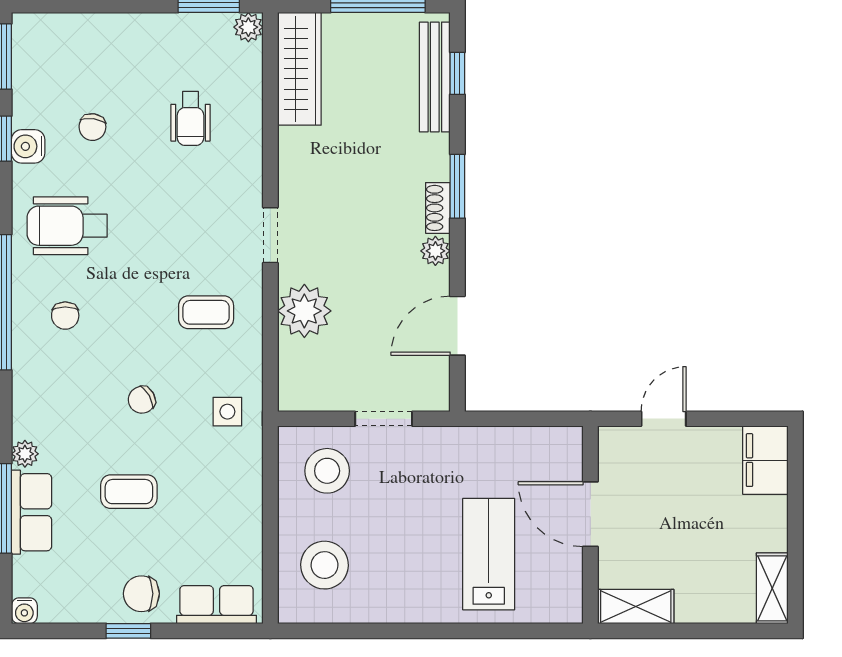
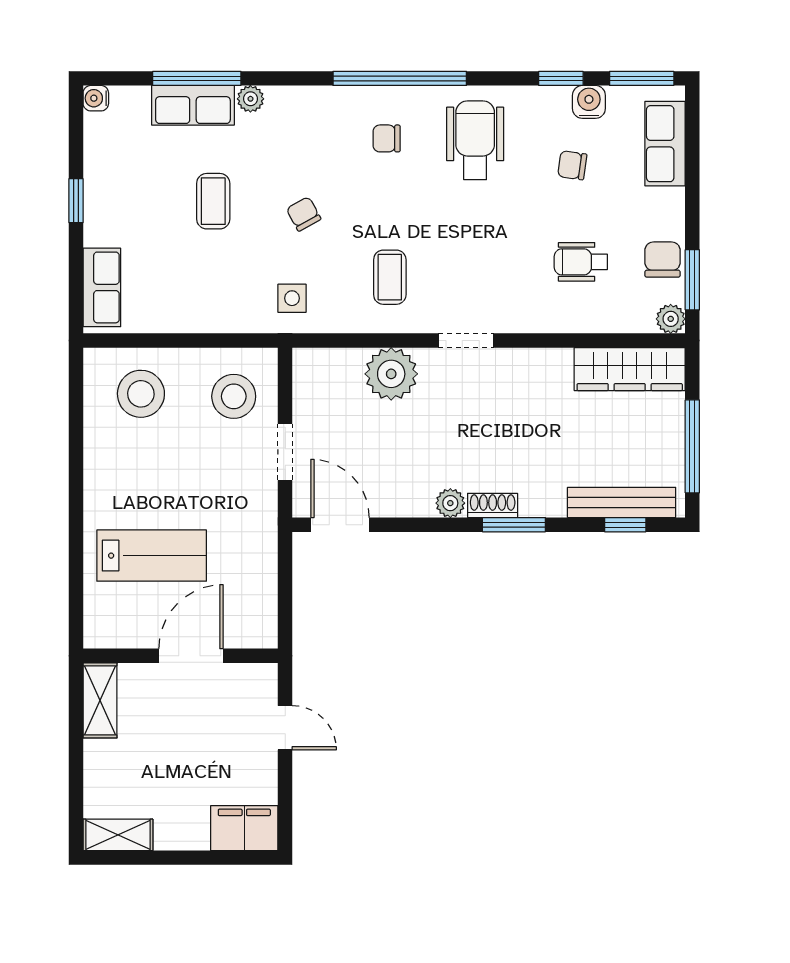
row of seats: (70, 33) -> (665, 144), added
water cooler: (28, 146) -> (589, 102), moved
door: (457, 326) -> (340, 525), moved
chair: (141, 594) -> (663, 260), moved

